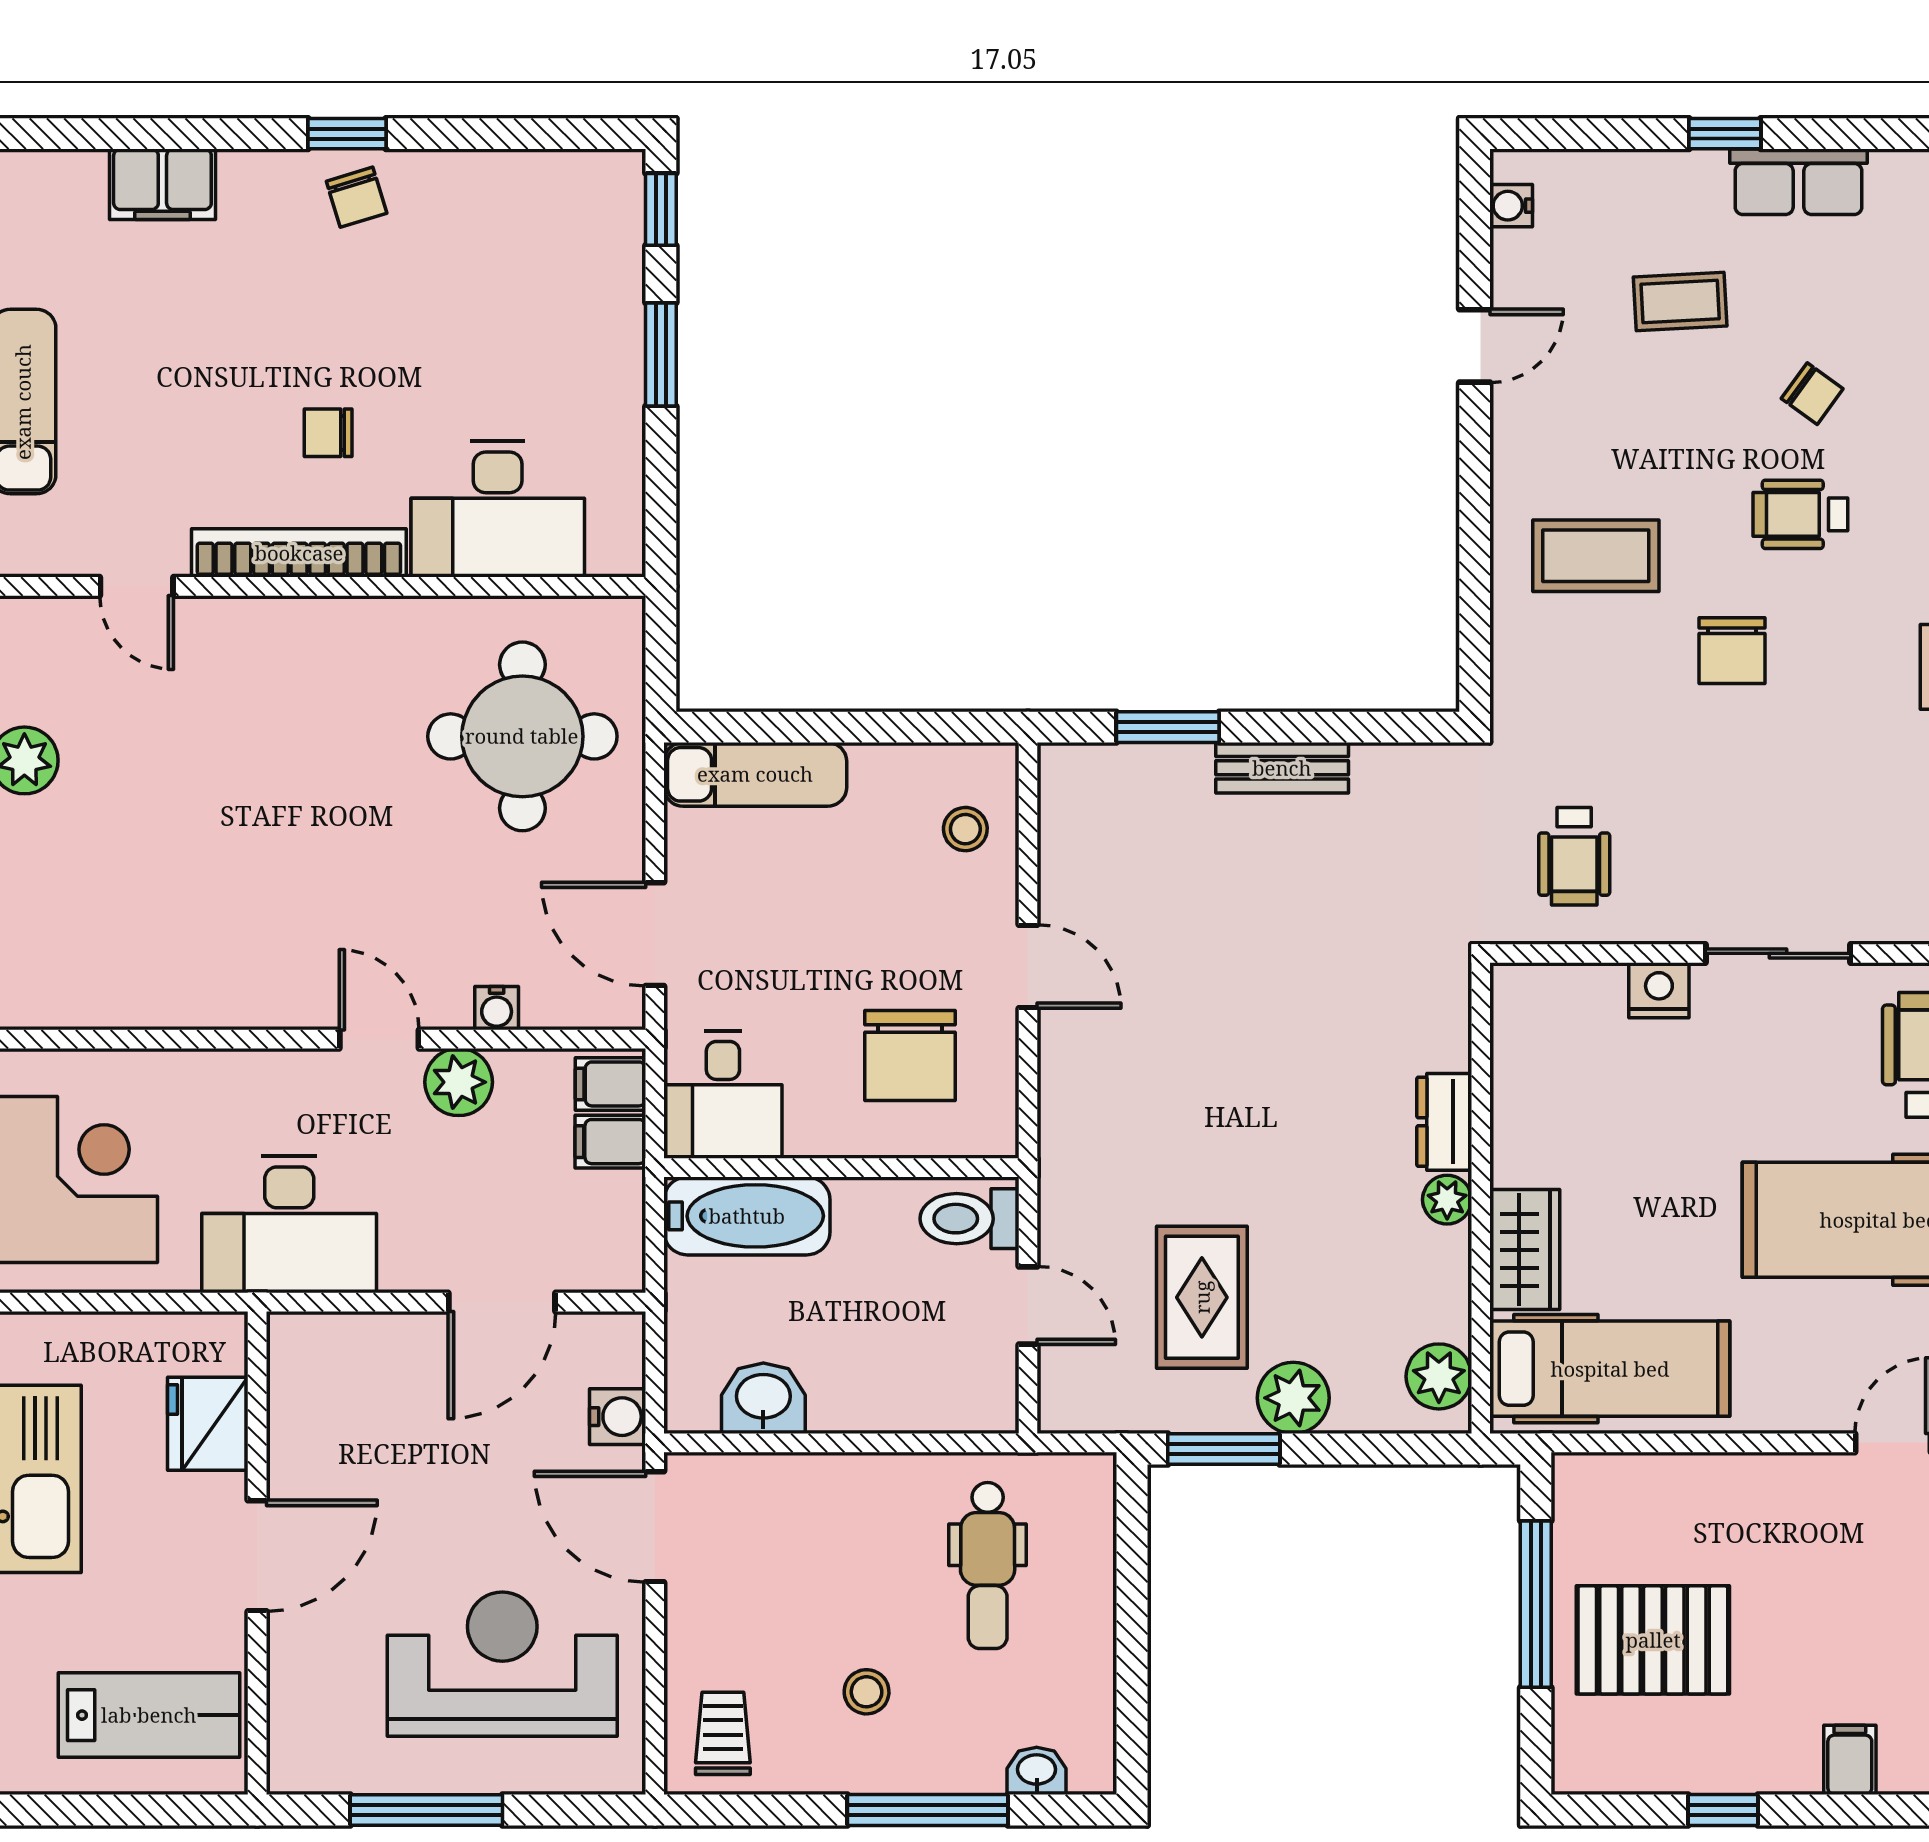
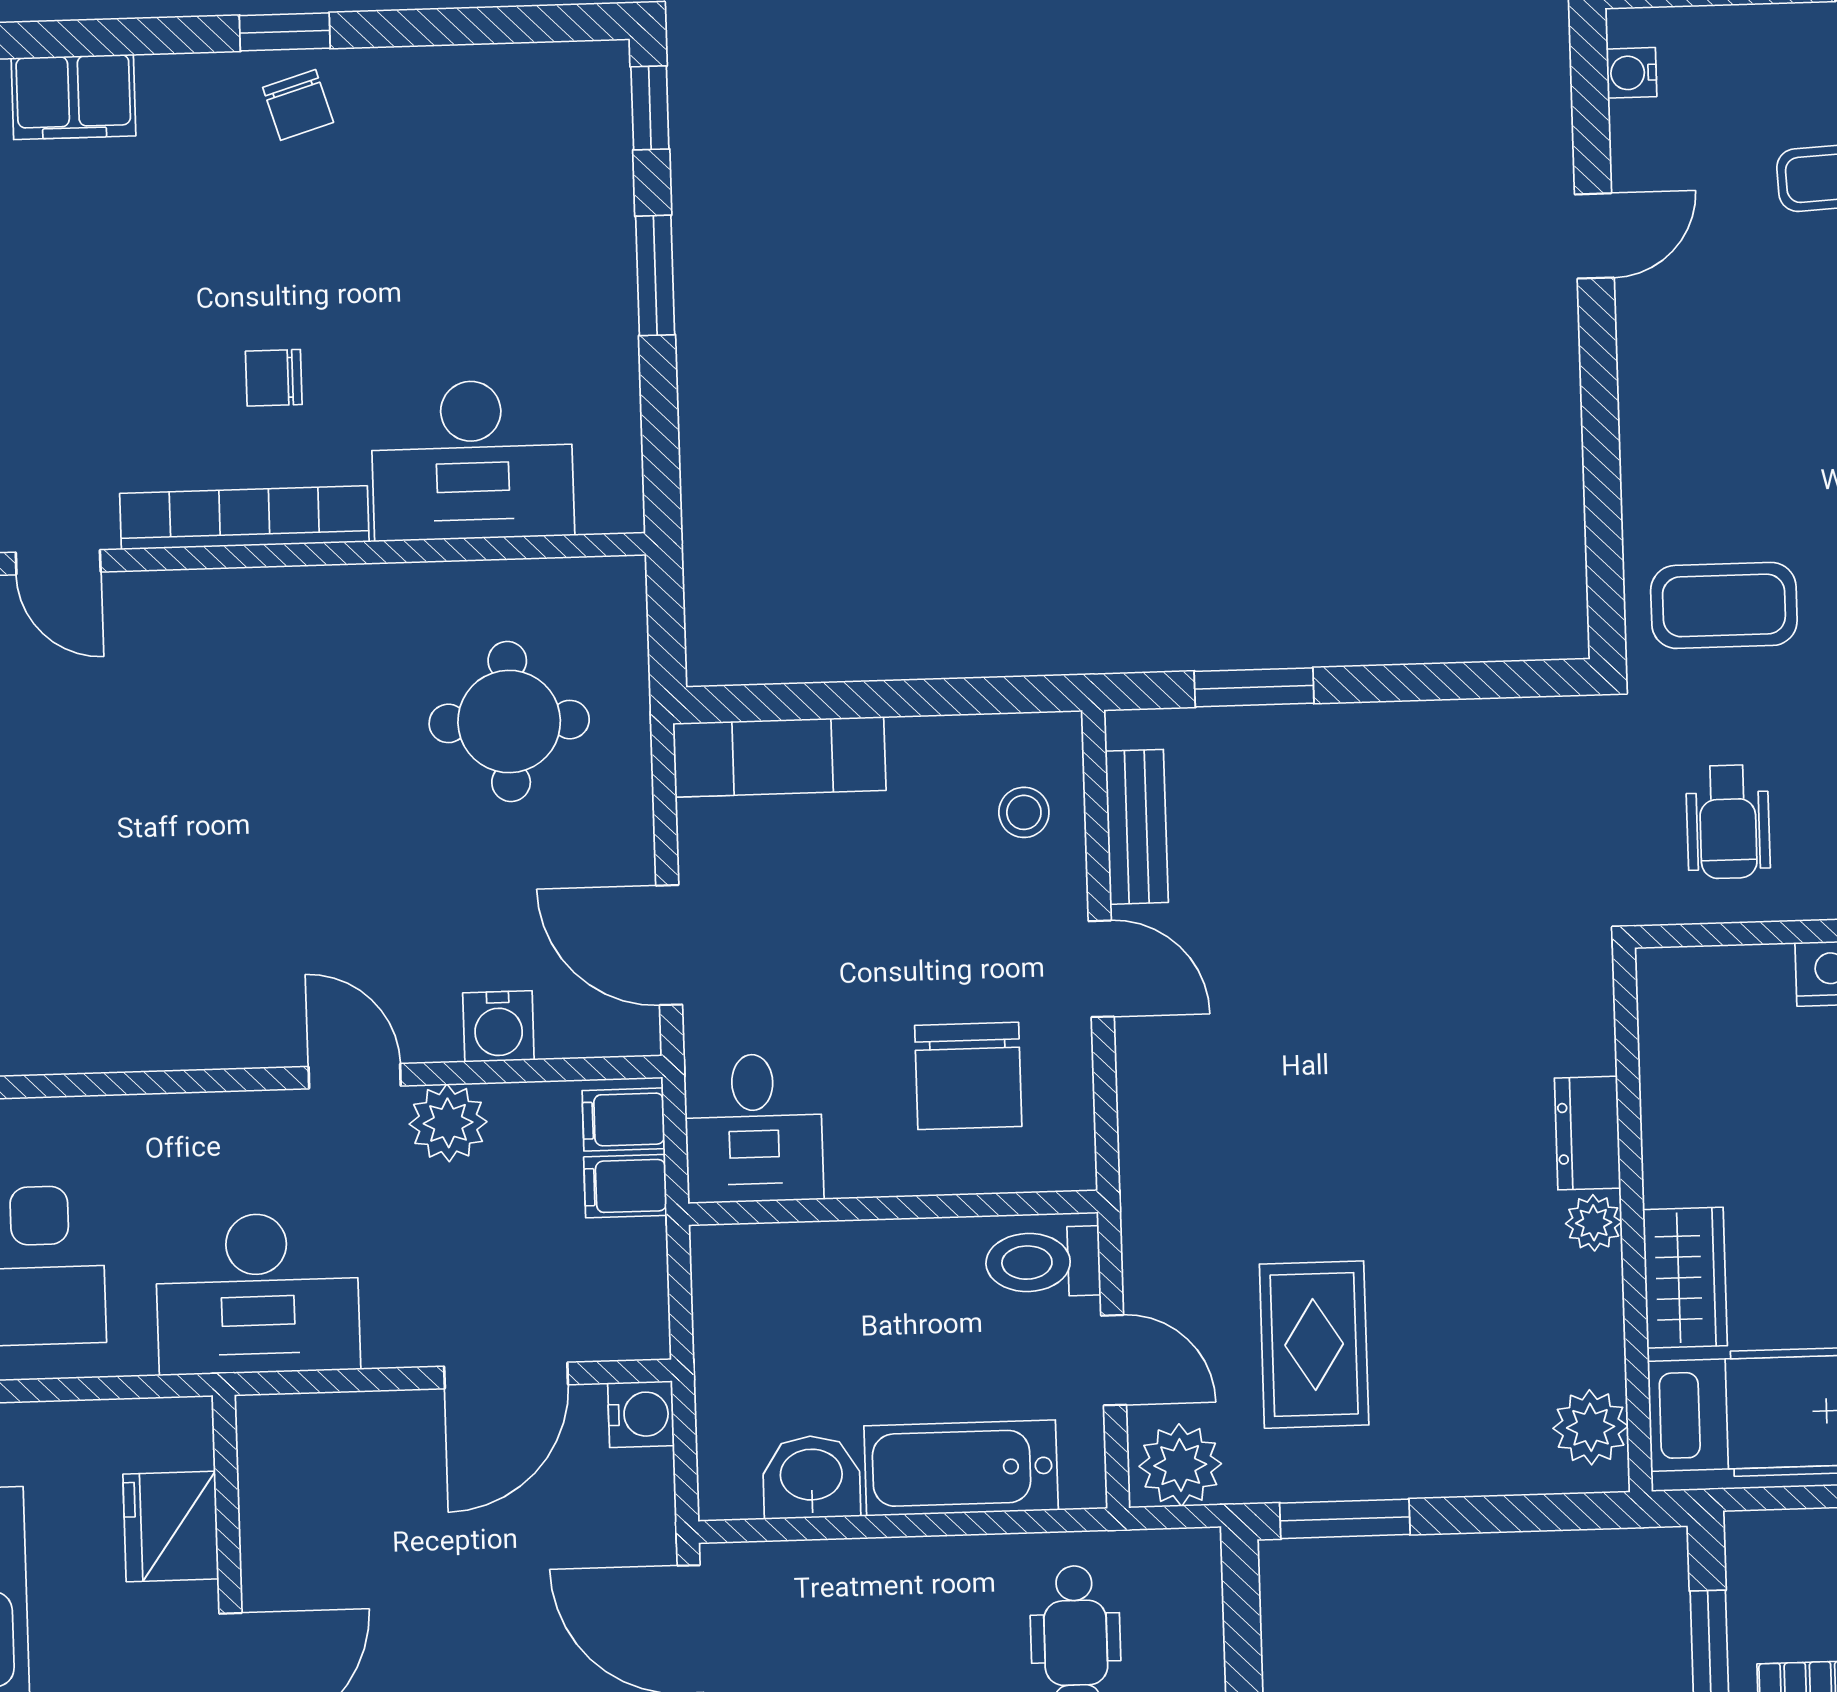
coffee table: (1596, 556) -> (1724, 605), moved
round table: (522, 736) -> (509, 721), width x0.73, depth x0.73
bench: (1282, 768) -> (1137, 827), moved, turned 90
water cooler: (497, 1008) -> (498, 1026), width x1.38, depth x1.38
bathtub: (747, 1216) -> (961, 1468), moved, turned 180
plant: (1293, 1398) -> (1180, 1465), moved
water cooler: (618, 1417) -> (641, 1414), moved

